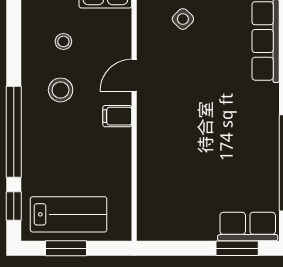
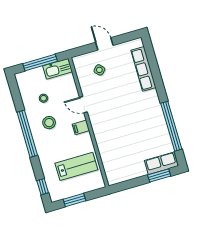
door: (134, 75) -> (83, 105), hinge flipped
window: (14, 132) -> (27, 134), moved
lab bench: (69, 214) -> (76, 166), moved

